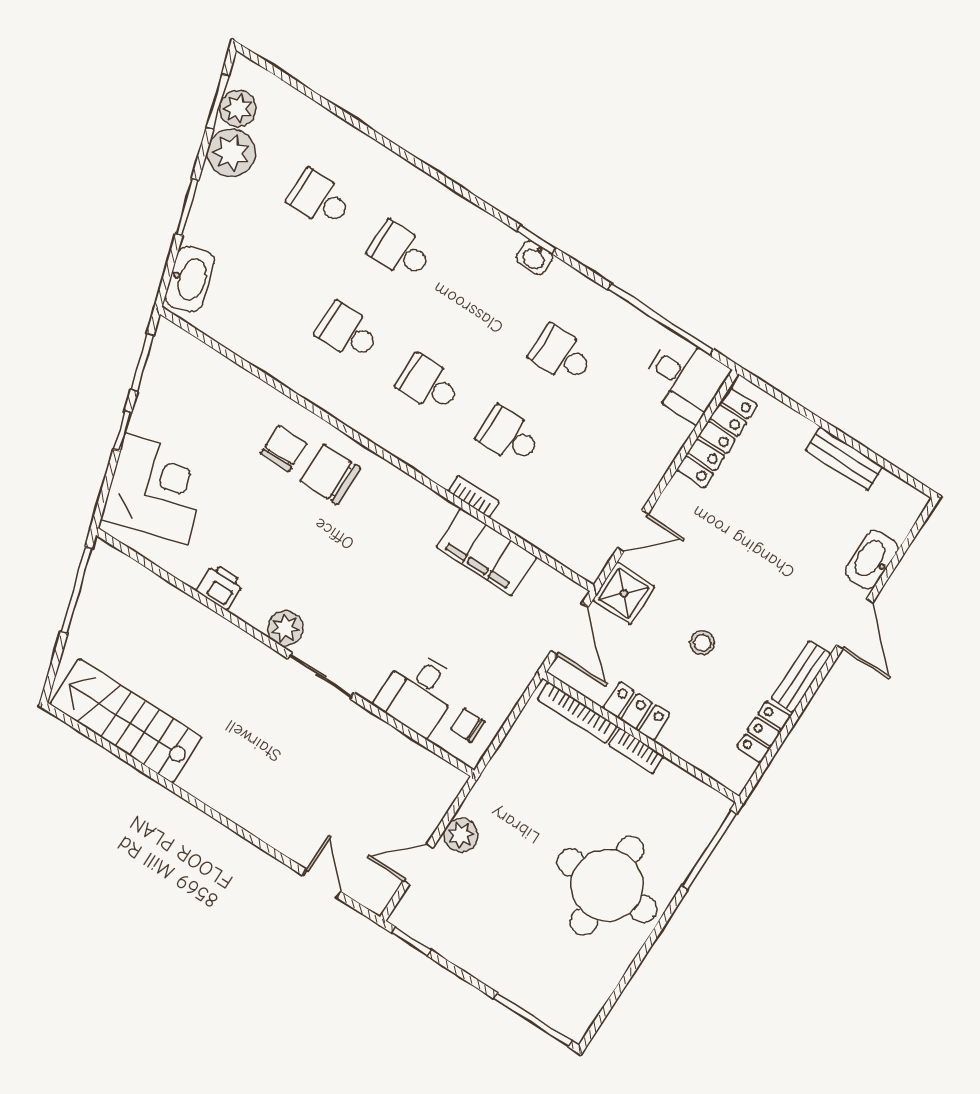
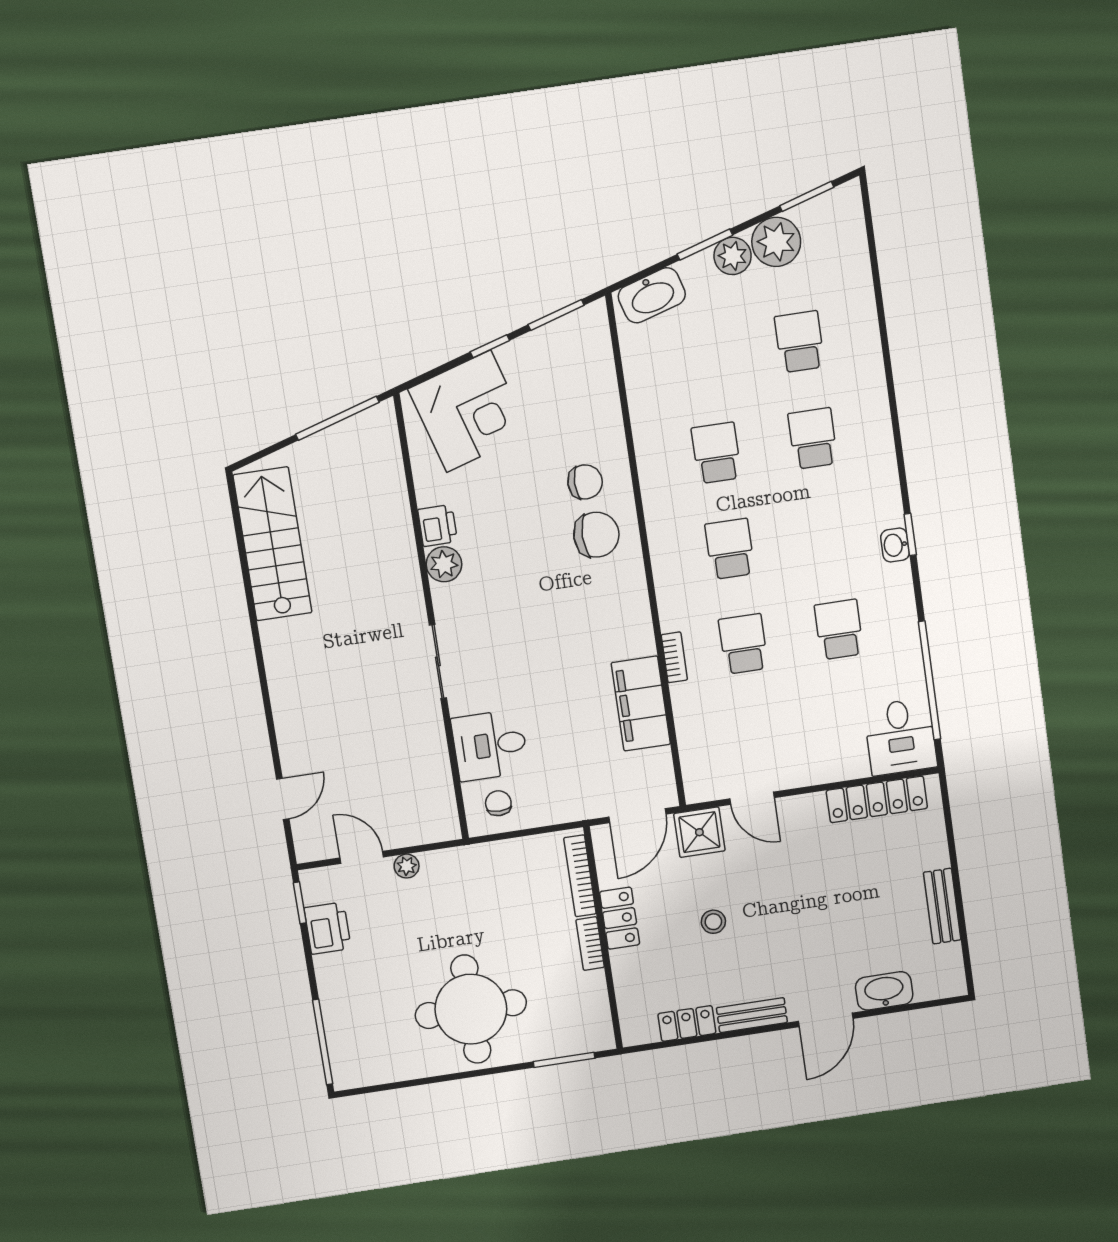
plant: (238, 108) -> (733, 256), moved
chair: (330, 474) -> (596, 535), turned 90
plant: (285, 628) -> (444, 564), moved
plant: (461, 835) -> (407, 866), width x0.73, depth x0.73
window: (709, 850) -> (564, 1060), width x0.69
printer: (449, 938) -> (328, 928), added

